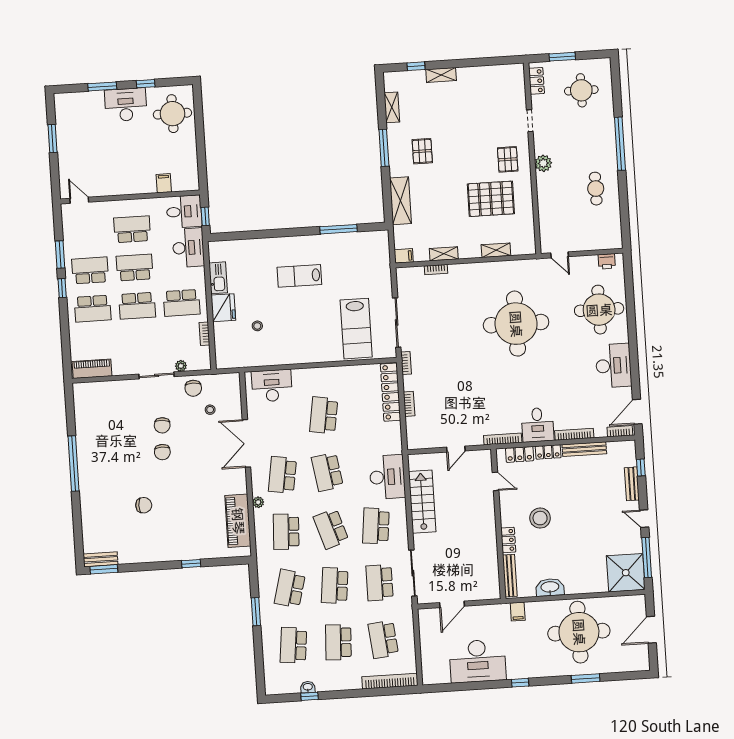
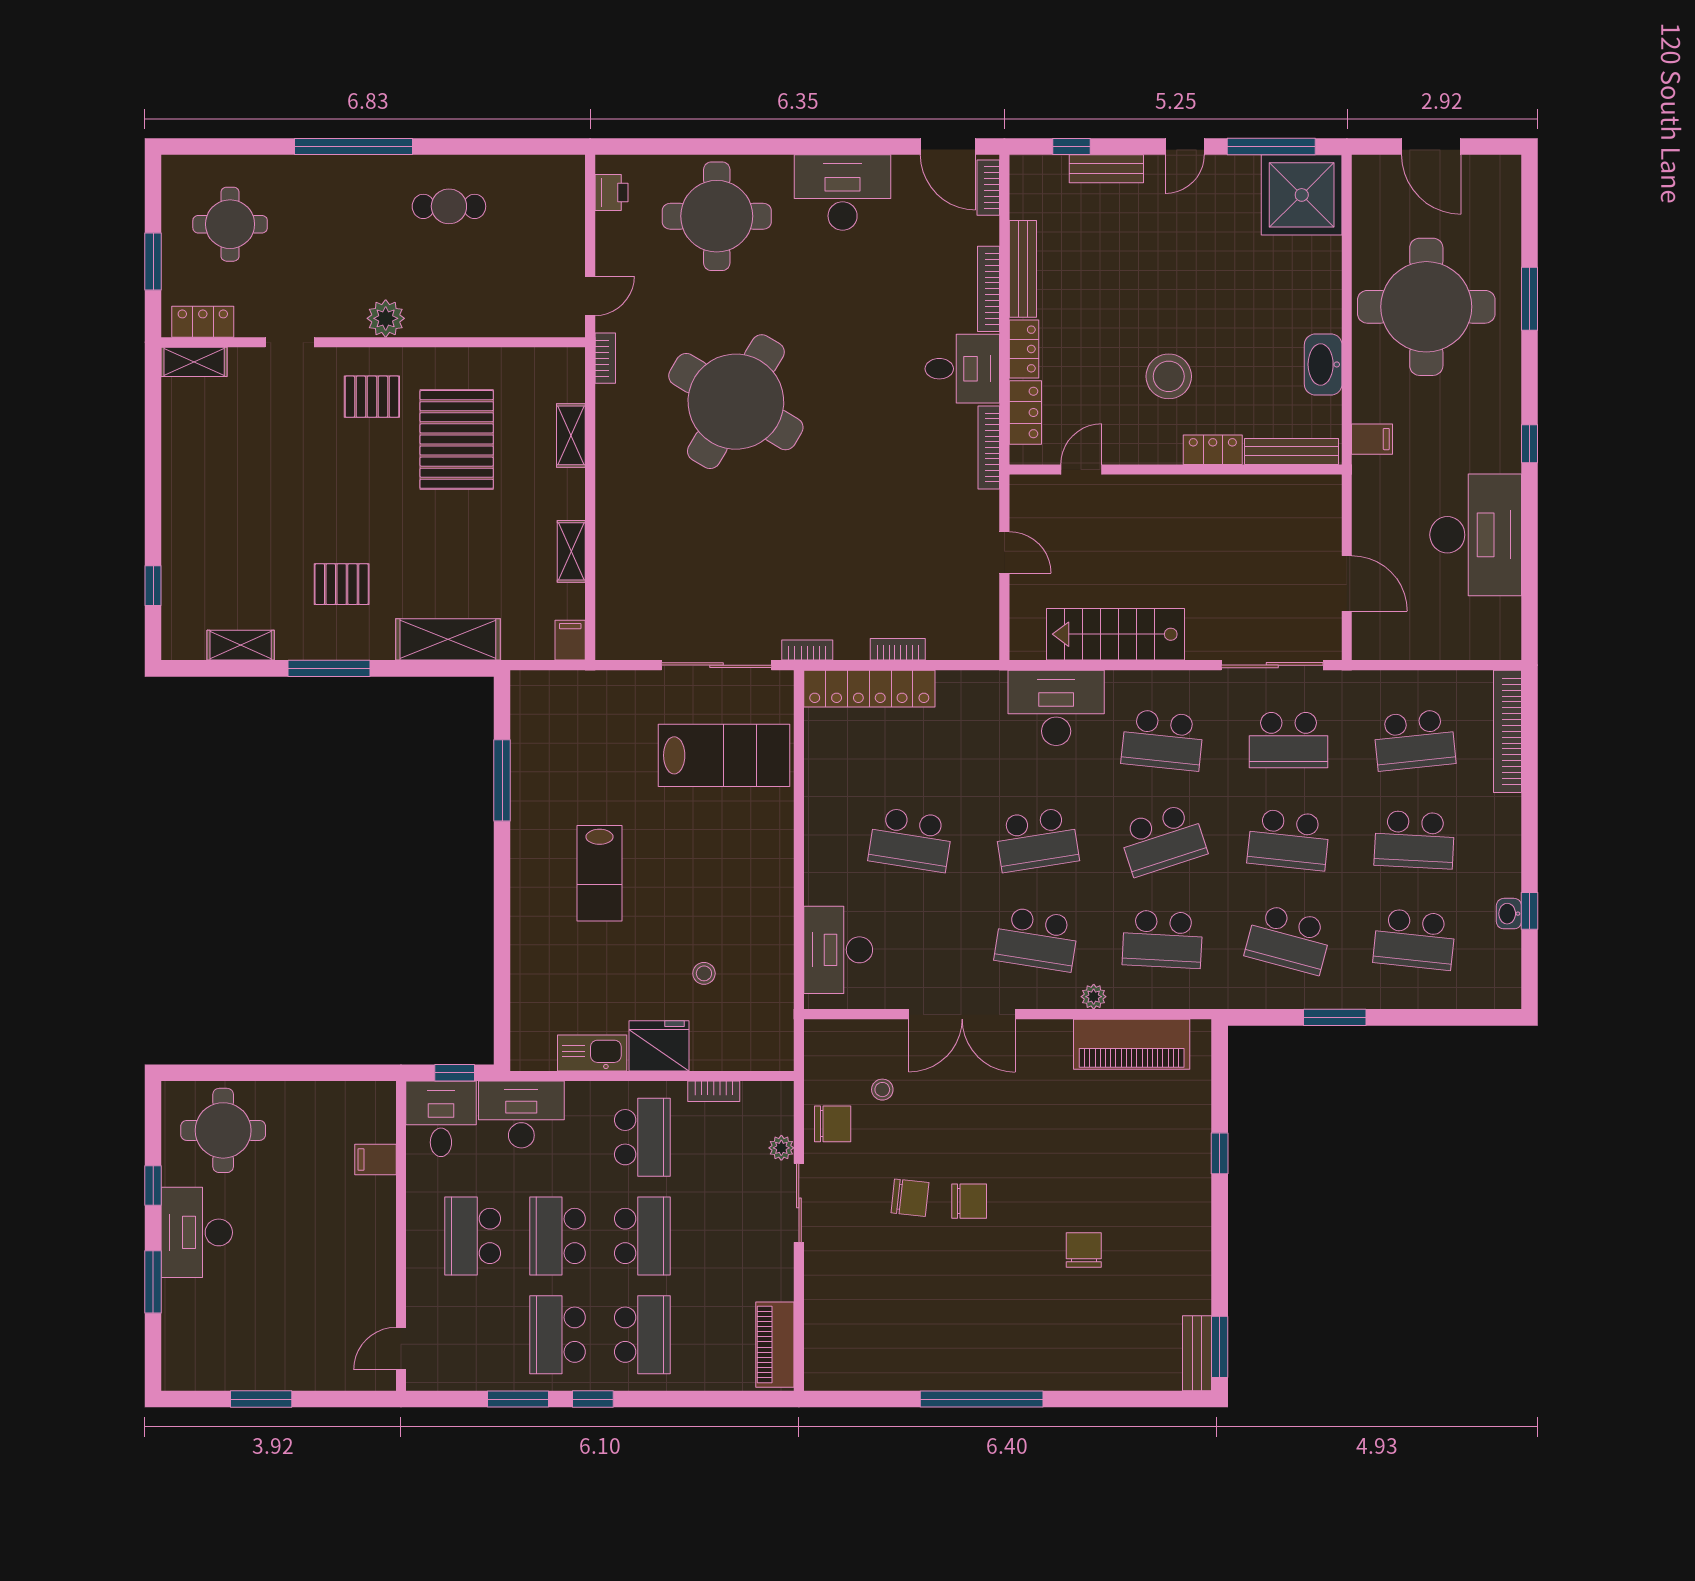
shelving: (441, 75) -> (194, 362), moved, turned 90
bookcase: (436, 270) -> (605, 358), moved
round table: (516, 324) -> (736, 402), turned 31

